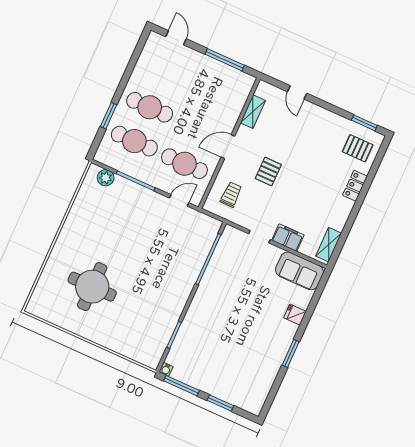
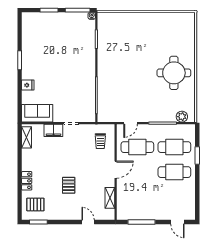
pallet: (268, 172) -> (69, 185), moved
round table: (92, 287) -> (174, 73), moved

